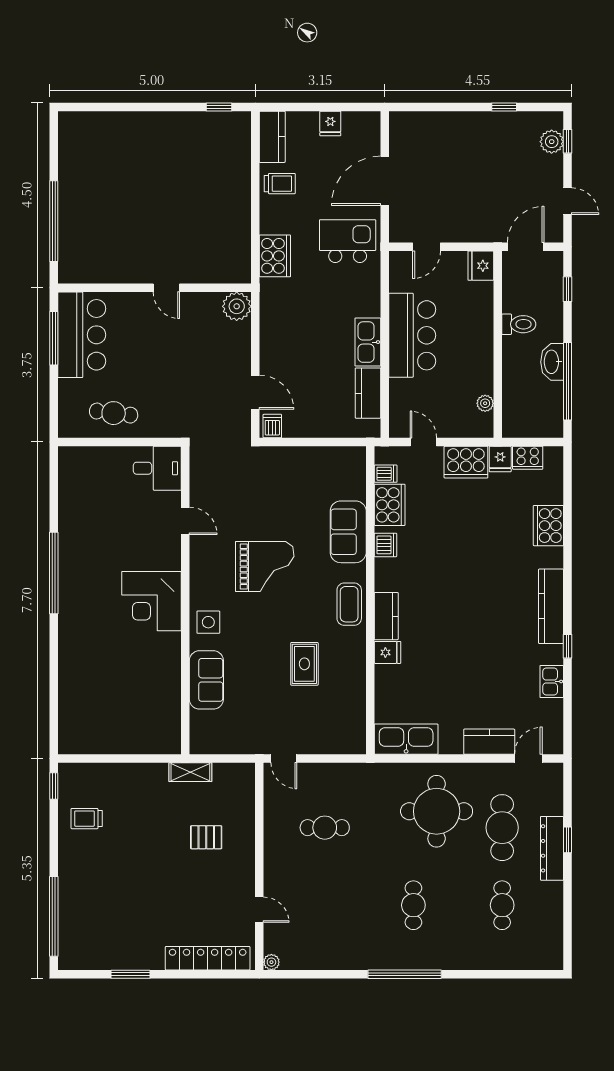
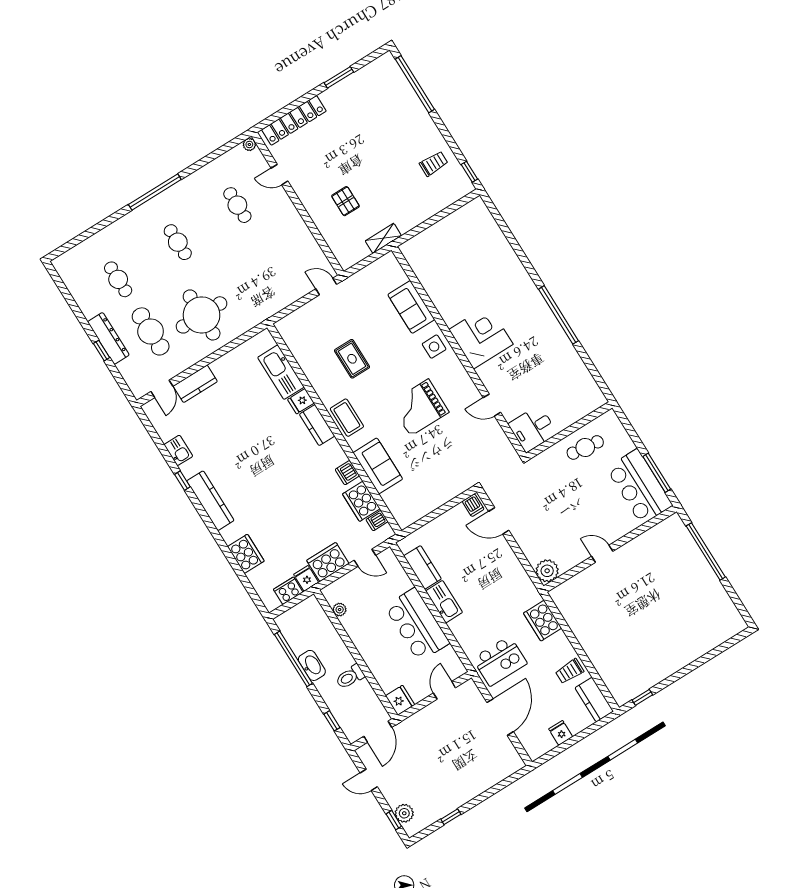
kitchen sink: (406, 739) -> (281, 372), moved, turned 90
cafe table: (325, 828) -> (237, 205), moved, turned 90
pallet: (206, 837) -> (345, 201), turned 90

